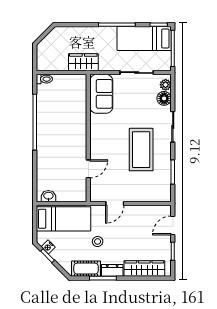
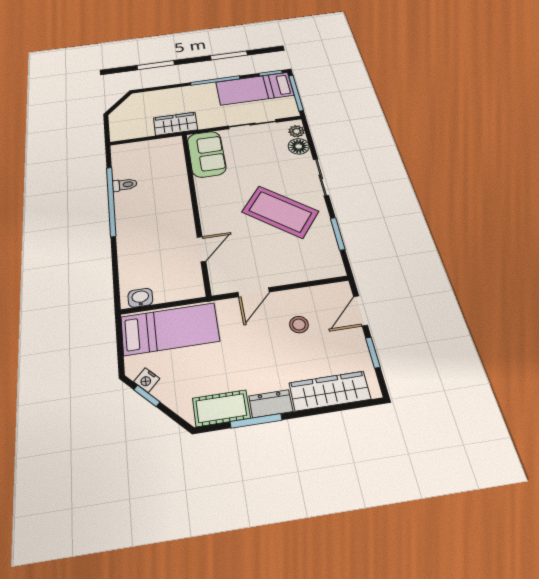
toilet: (44, 79) -> (125, 185), moved
coffee table: (141, 150) -> (280, 212), turned -52
stool: (98, 241) -> (299, 325), moved

